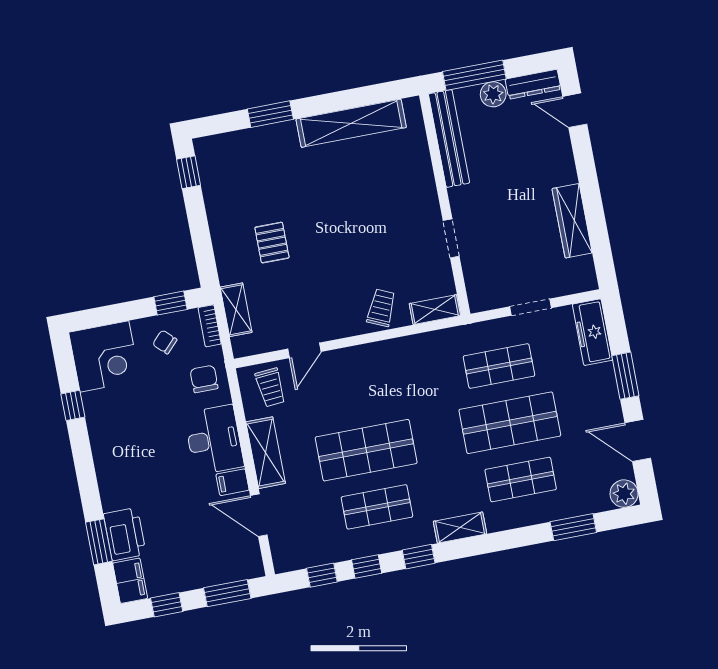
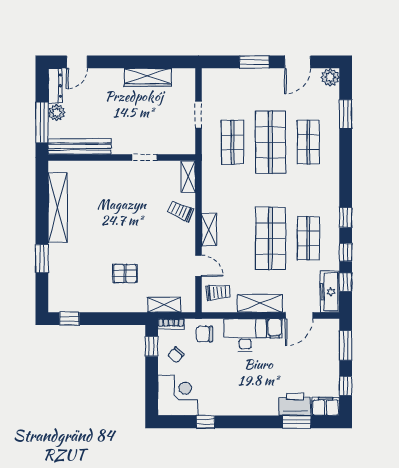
freezer: (592, 332) -> (330, 292), moved, turned 90
shelving: (460, 528) -> (209, 230), moved

